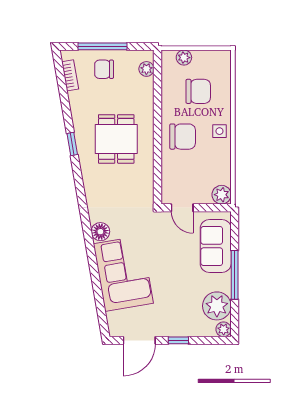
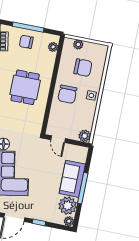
chair: (183, 137) -> (67, 94), turned 90
sofa: (216, 246) -> (72, 179), moved

